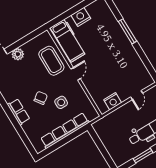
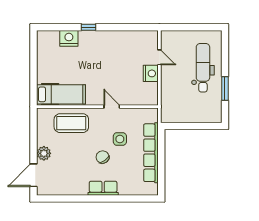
nightstand: (81, 17) -> (69, 38), moved, turned 90
window: (127, 31) -> (89, 27), width x0.46
door: (75, 74) -> (112, 107), moved
nightstand: (113, 101) -> (151, 73), moved

